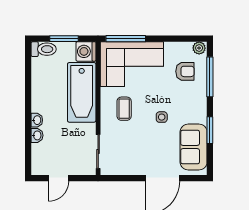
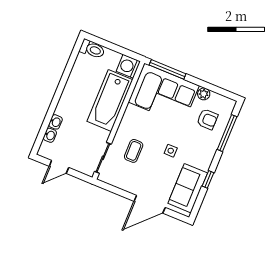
window: (64, 39) -> (114, 47), removed
plant: (199, 48) -> (204, 94), moved
coffee table: (124, 109) -> (134, 151), moved
washbasin: (37, 120) -> (50, 135), moved
window: (210, 130) -> (208, 179), width x0.67

